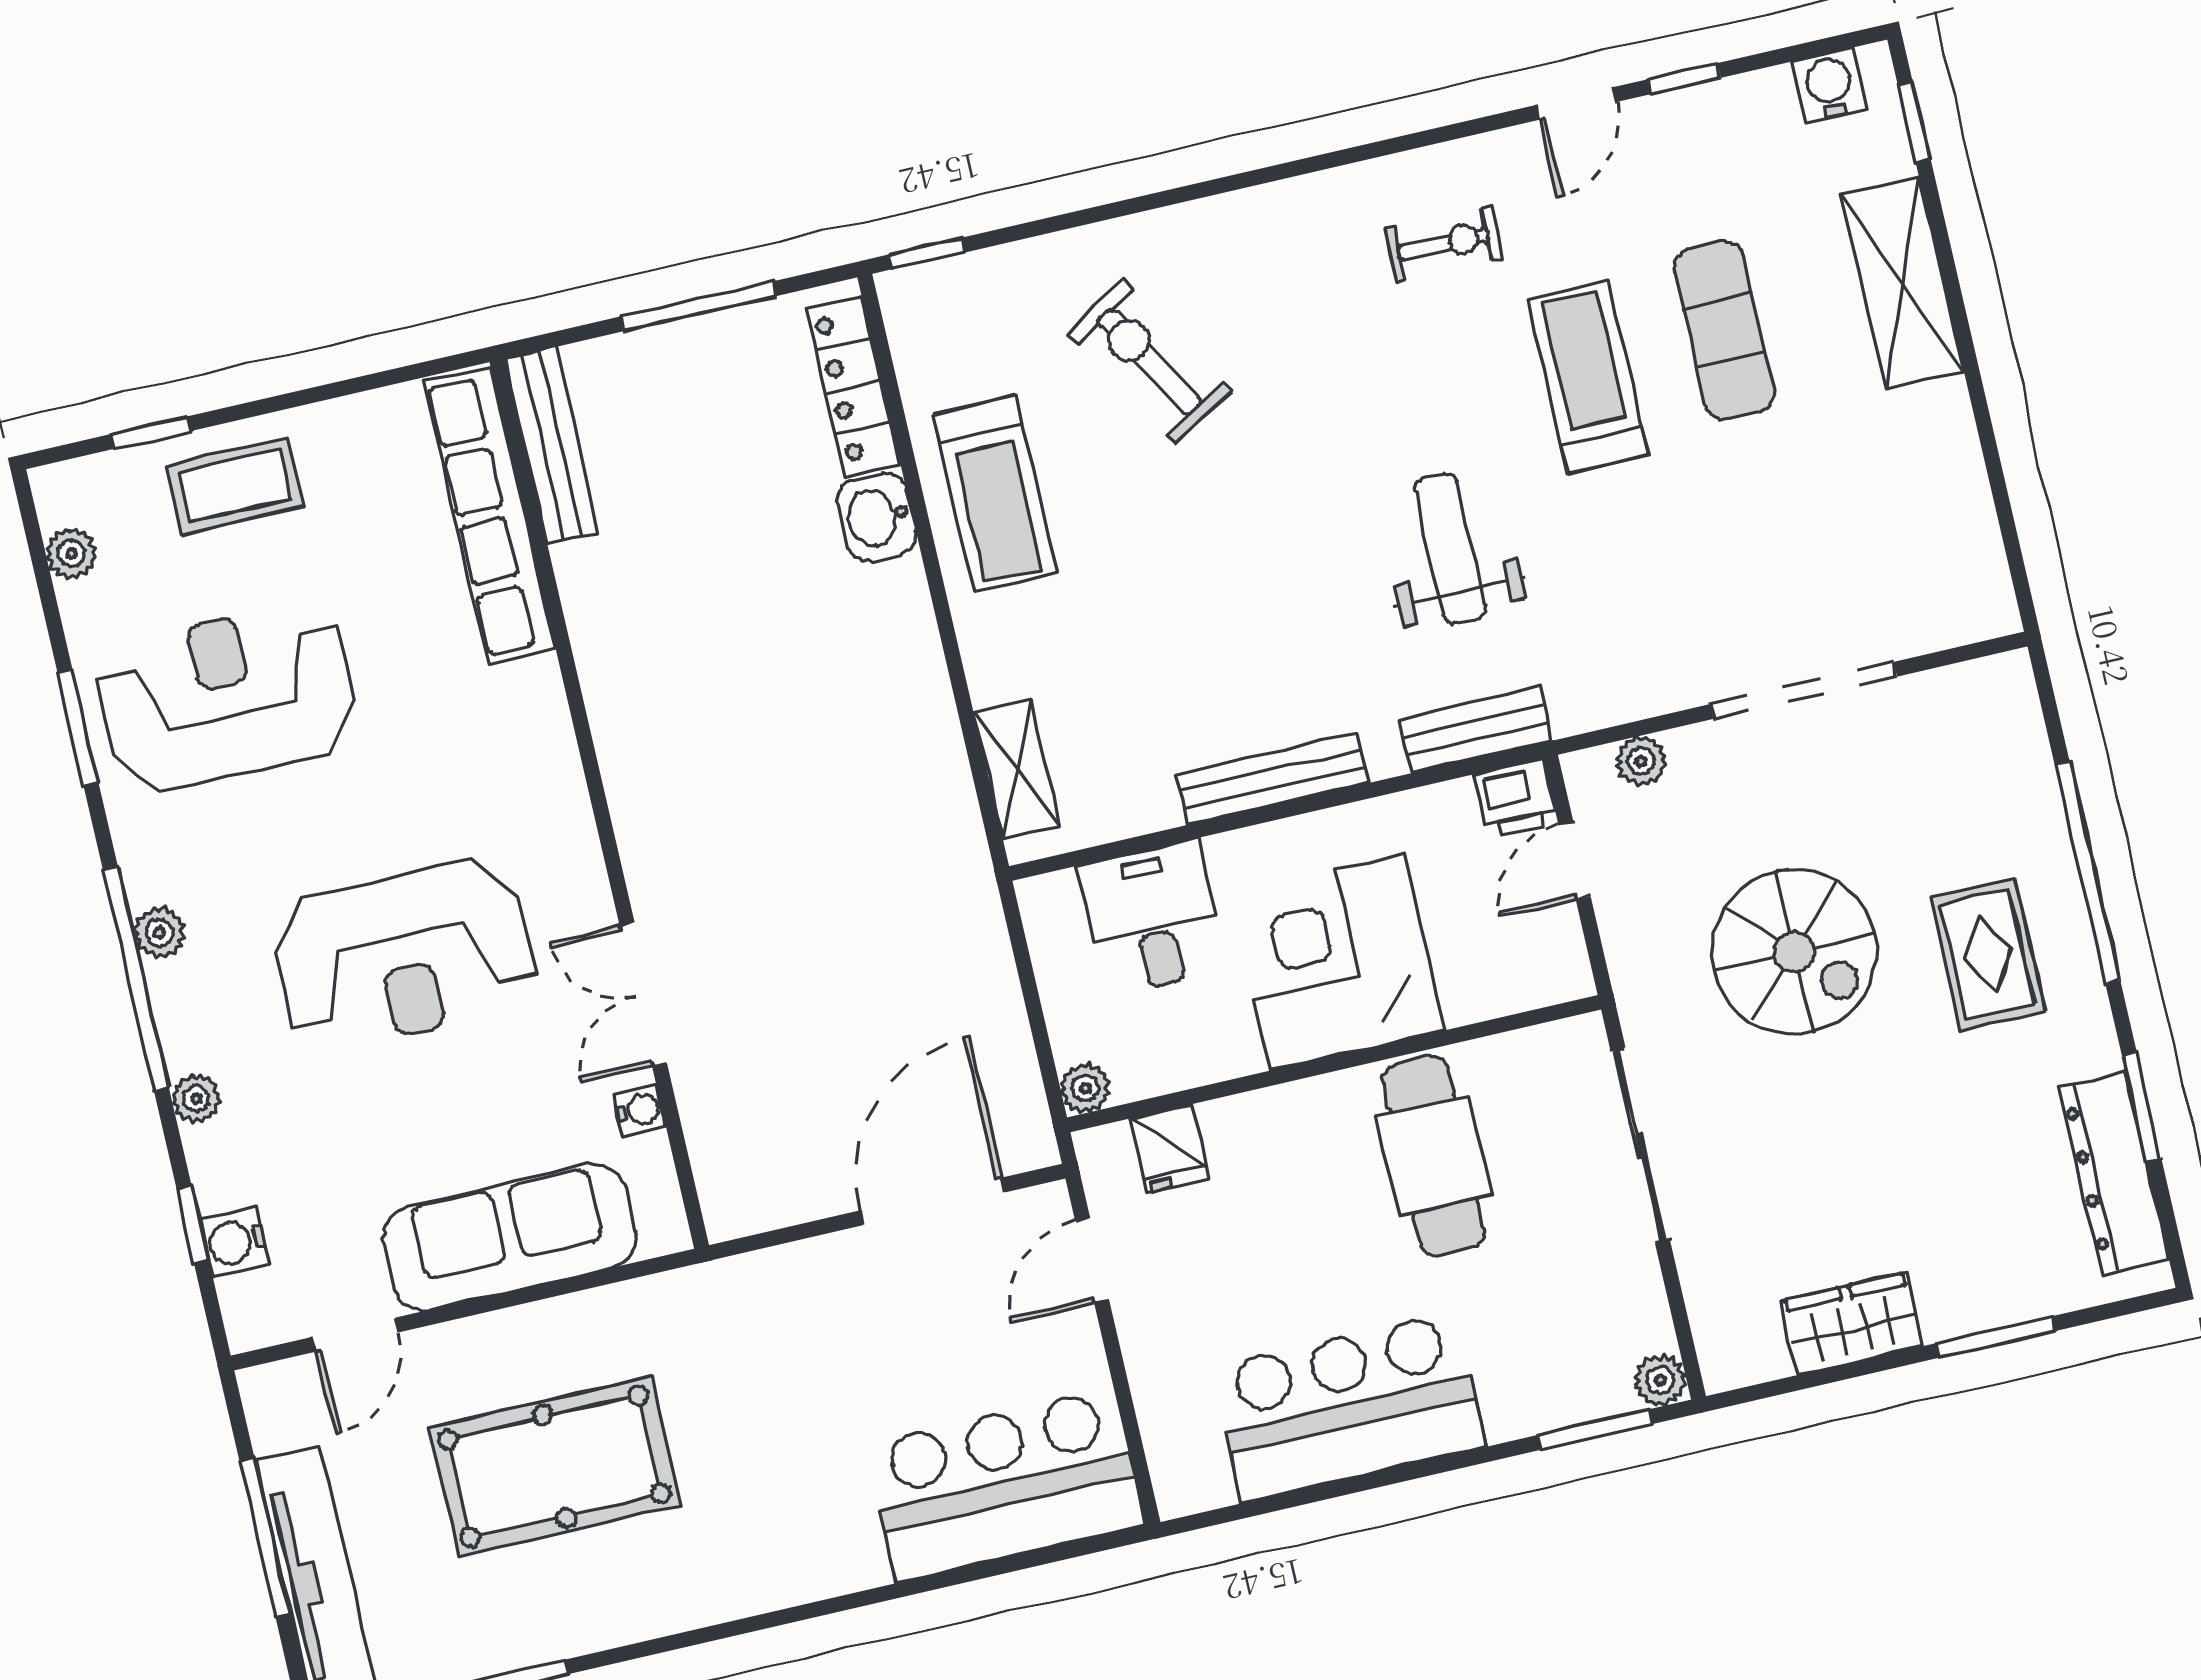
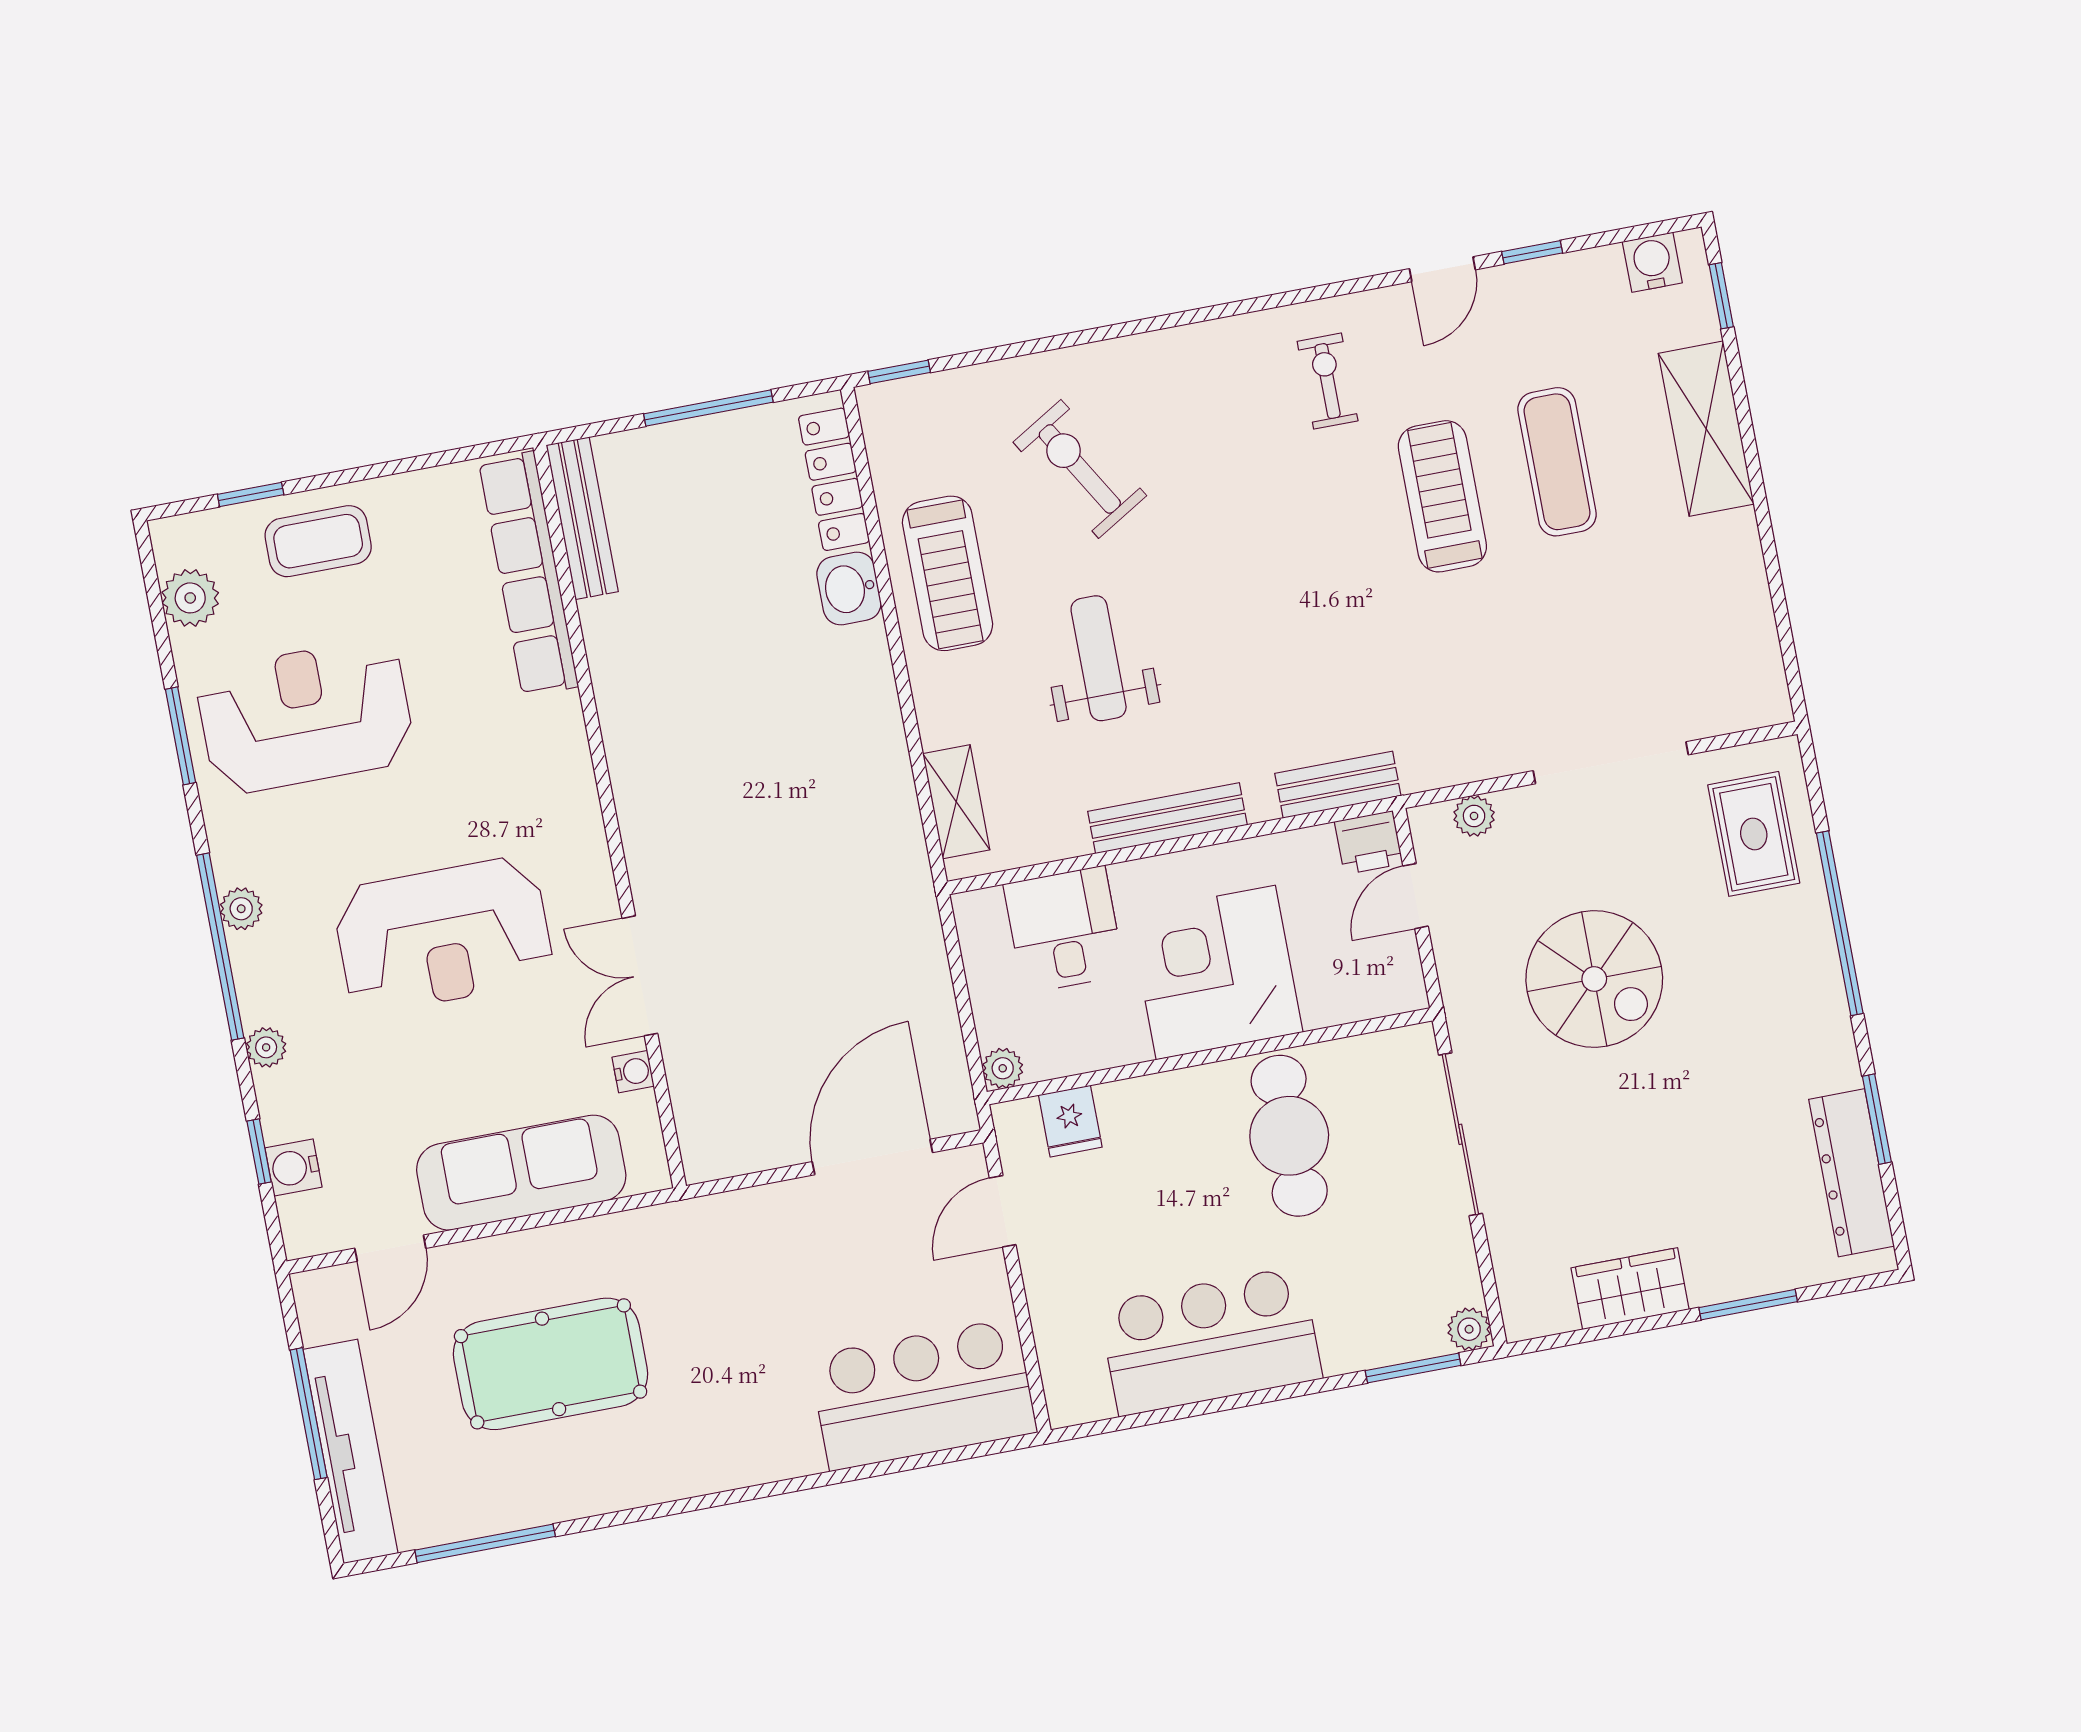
exercise bike: (1444, 244) -> (1328, 381), turned -91
weight bench: (1450, 548) -> (1099, 658), moved
plant: (71, 553) -> (190, 598), width x1.38, depth x1.38
rug: (1988, 955) -> (1754, 834), moved

